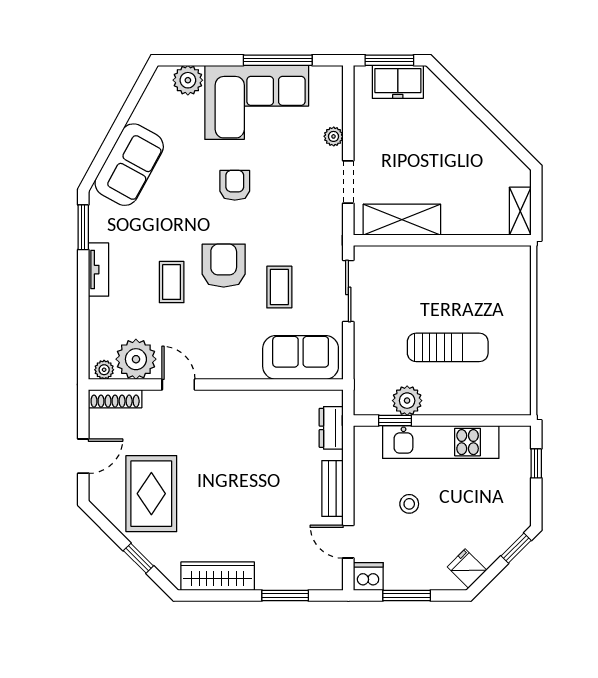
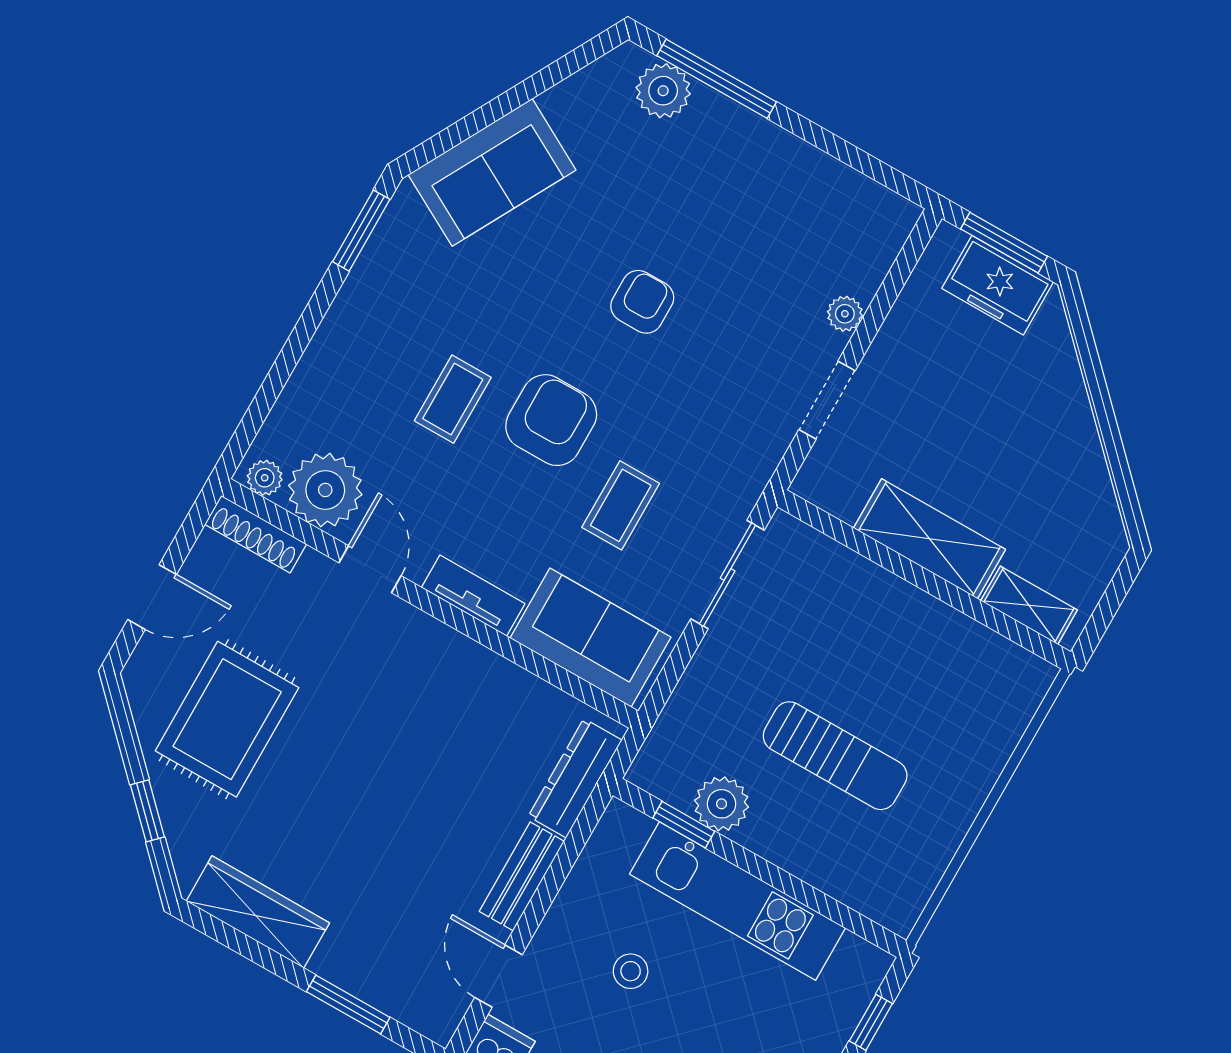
window: (278, 60) -> (717, 79), moved
corner sofa: (257, 102) -> (753, 189), removed
shelving: (520, 211) -> (1029, 605), moved, turned 90
shelving: (402, 220) -> (930, 539), moved
tv unit: (98, 270) -> (473, 596), moved, turned -90
dresser: (331, 428) -> (575, 778), width x1.44

